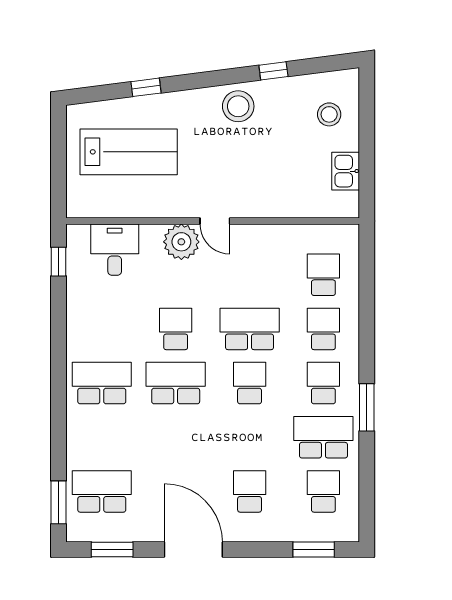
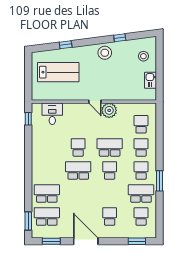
plant: (181, 242) -> (109, 110), moved
school desk: (102, 383) -> (47, 193), moved

